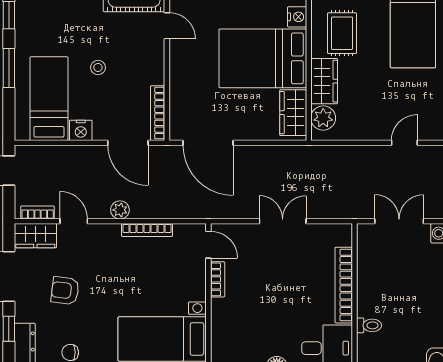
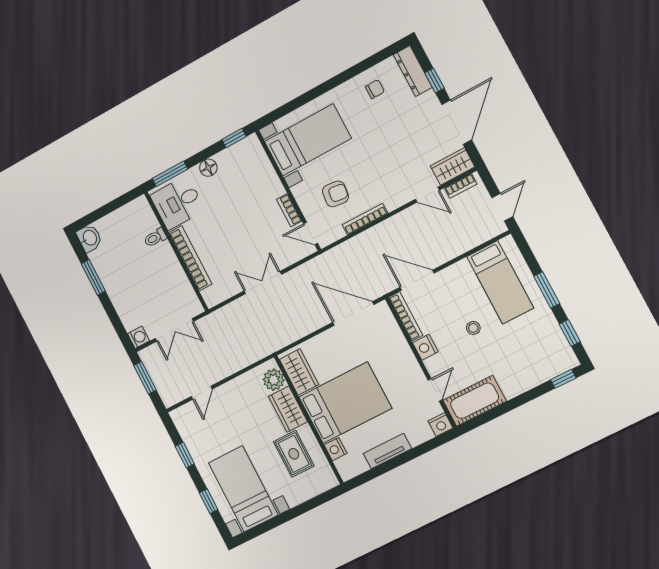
door: (167, 26) -> (435, 390), swing flipped
nightstand: (81, 130) -> (425, 347), moved, turned -90
plant: (120, 210) -> (395, 223), removed
double door: (283, 221) -> (263, 283), swing flipped
armchair: (65, 291) -> (335, 194), moved

